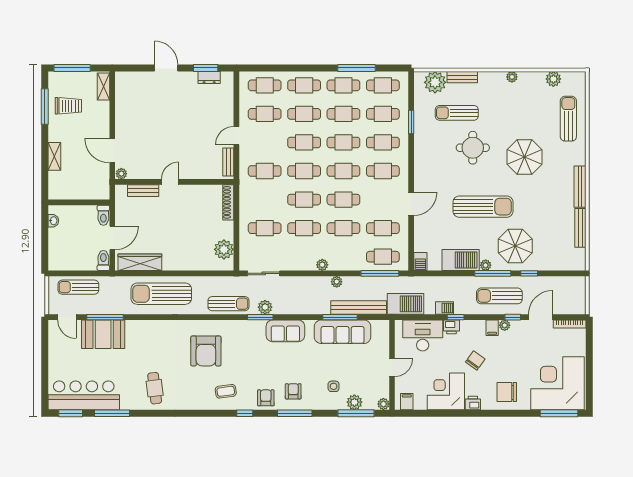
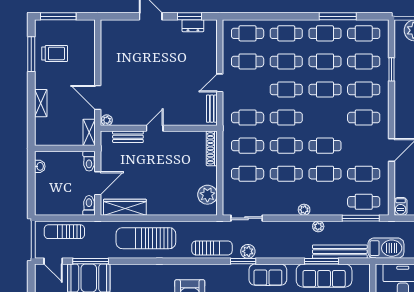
shelving: (103, 87) -> (89, 132), moved
cafe table: (343, 171) -> (248, 146), moved

